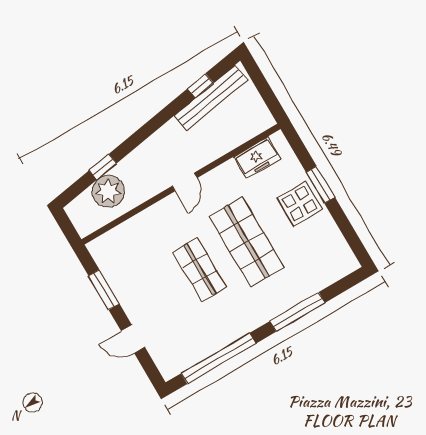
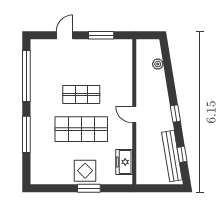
window: (103, 167) -> (175, 114), moved
plant: (108, 191) -> (158, 64), width x0.53, depth x0.53

